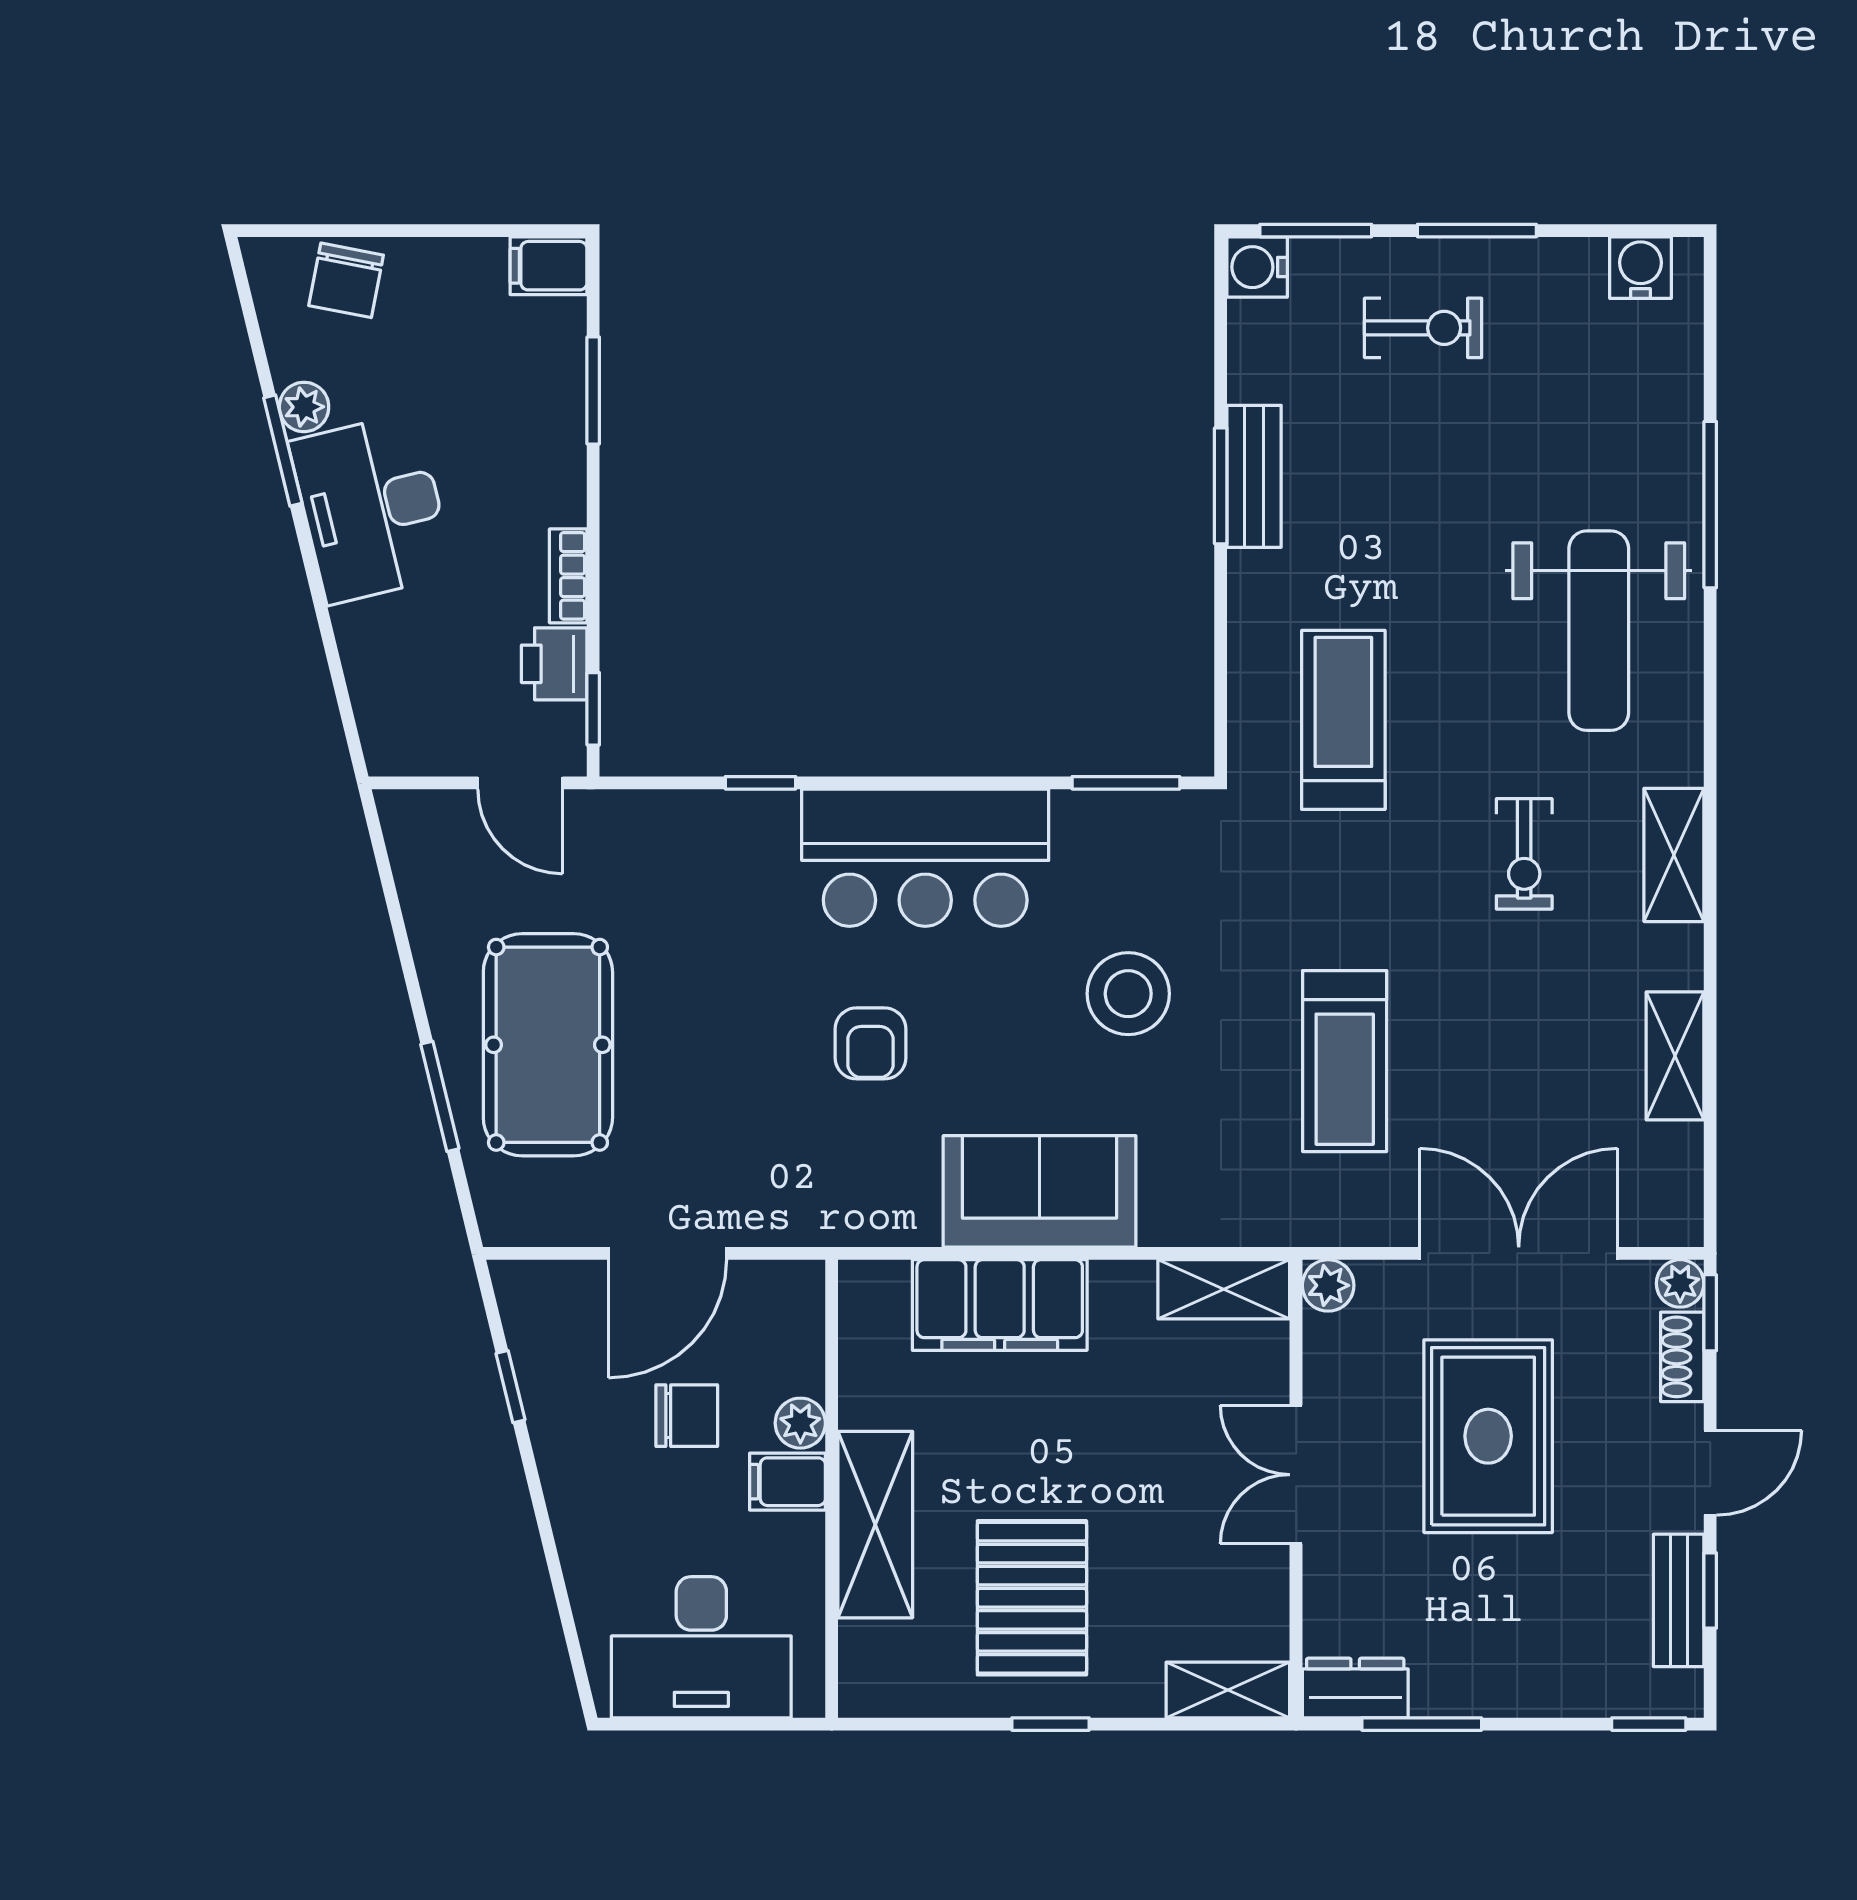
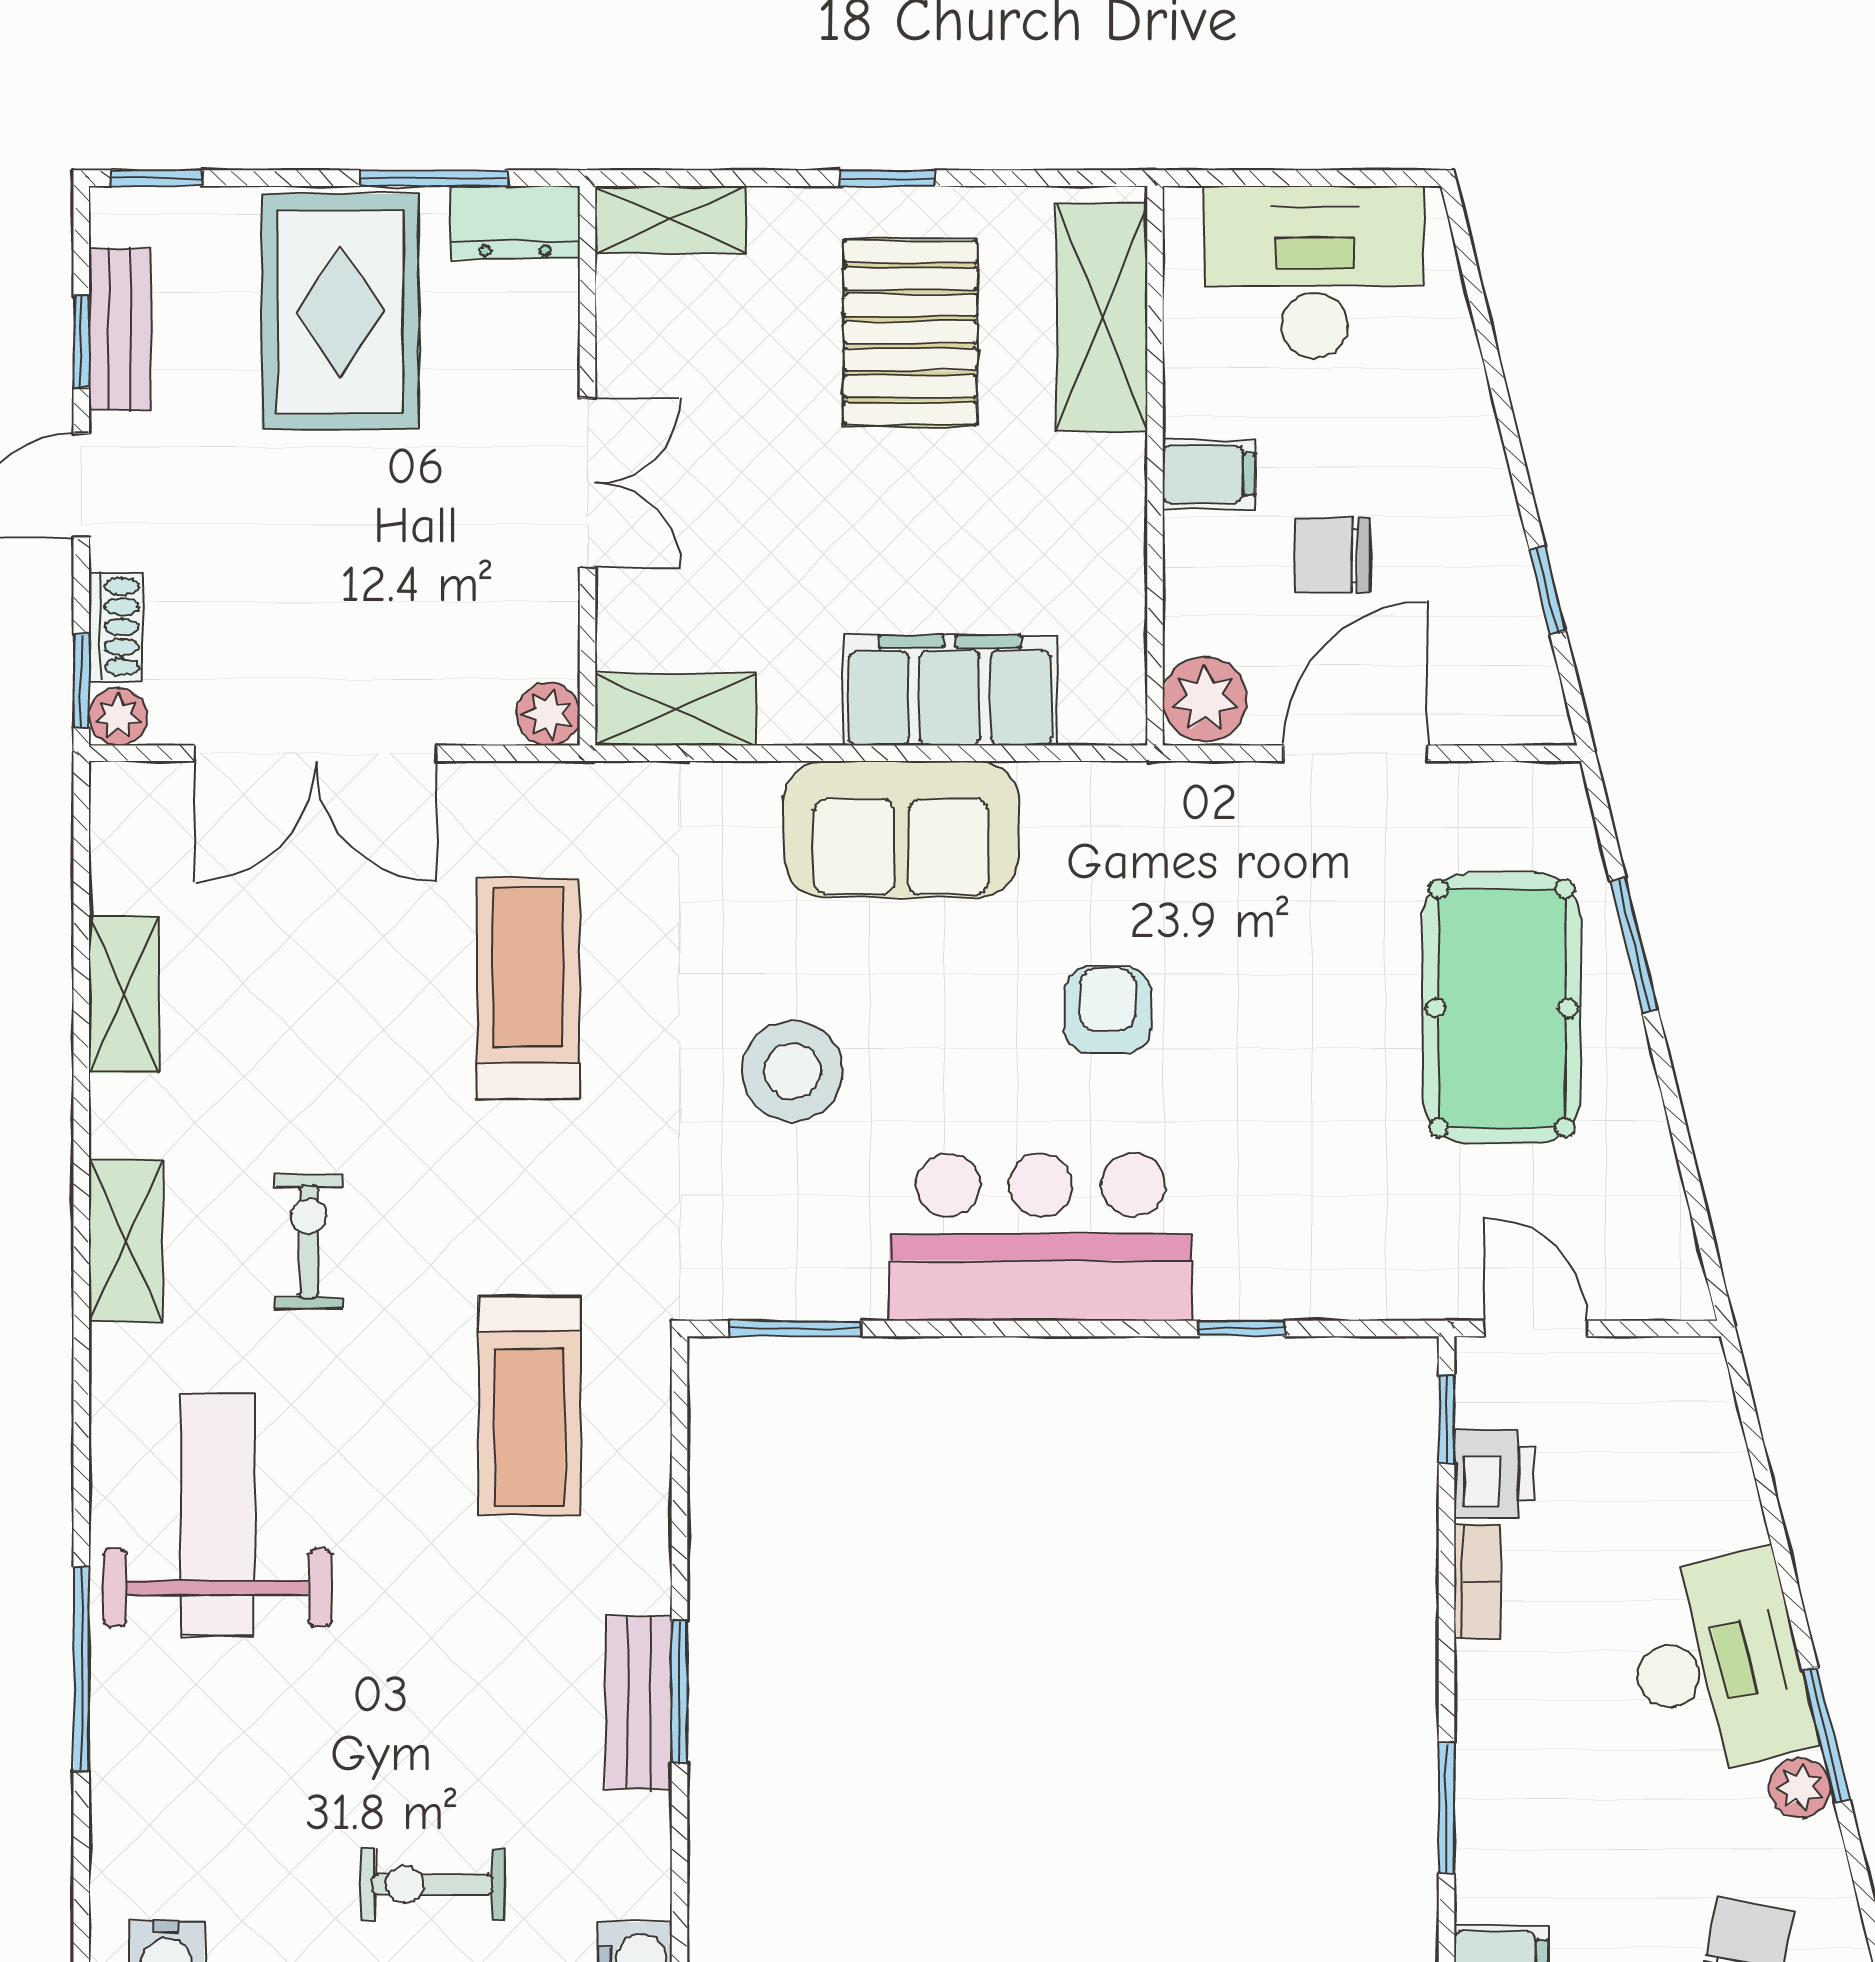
plant: (800, 1423) -> (1205, 699), moved, width x1.38, depth x1.38
rug: (1488, 1436) -> (340, 312), moved
shelving: (875, 1525) -> (1102, 318), moved

